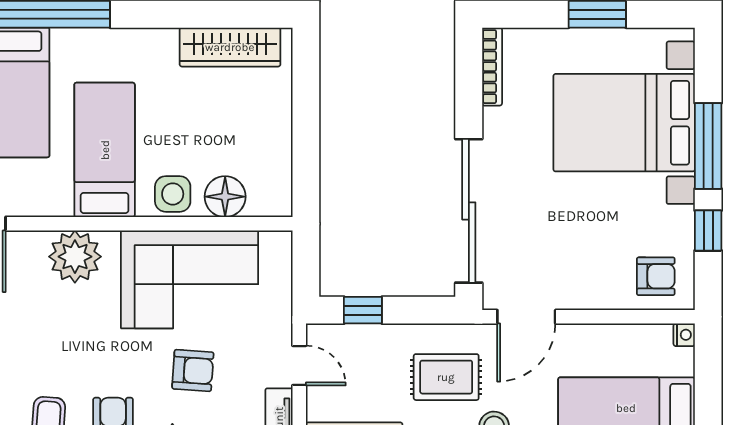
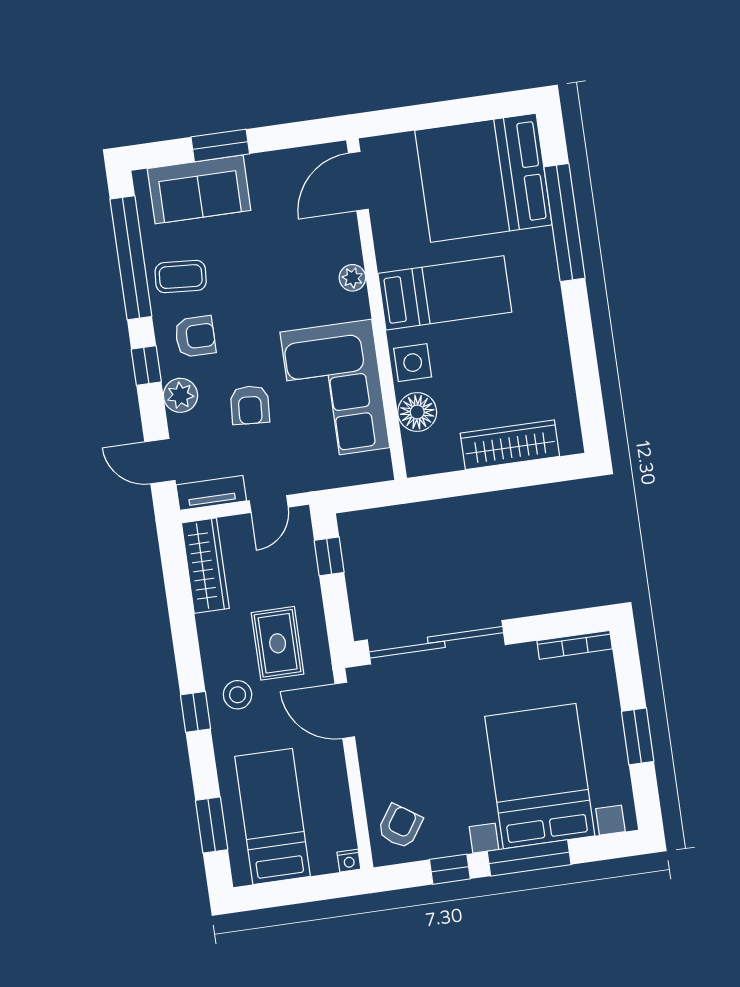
wardrobe: (230, 47) -> (510, 445), moved, turned 90
plant: (75, 257) -> (352, 278), width x0.53, depth x0.53
armchair: (656, 276) -> (400, 826), turned -146

